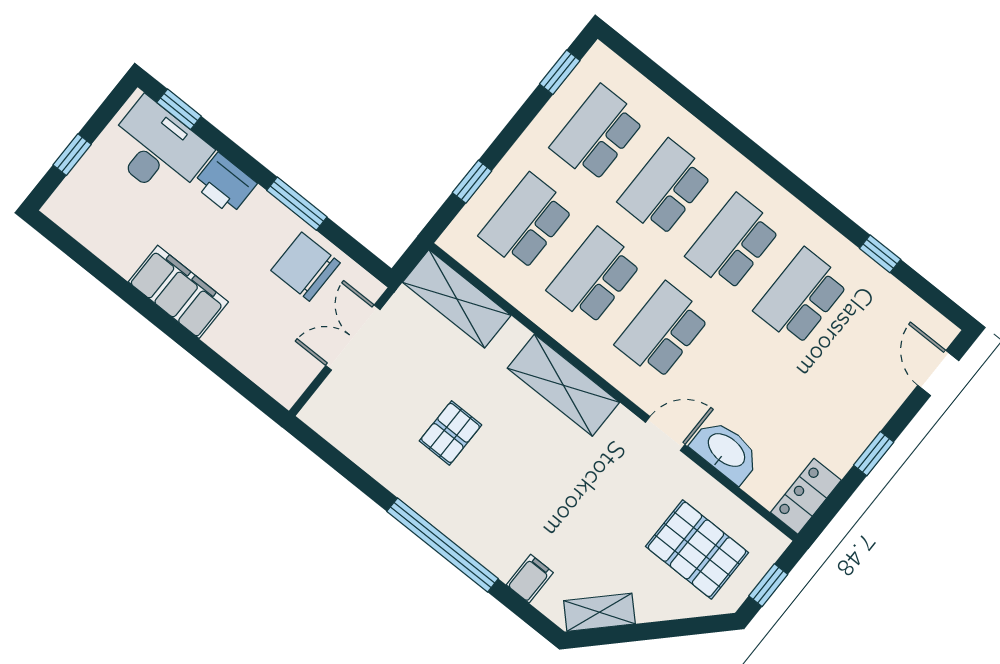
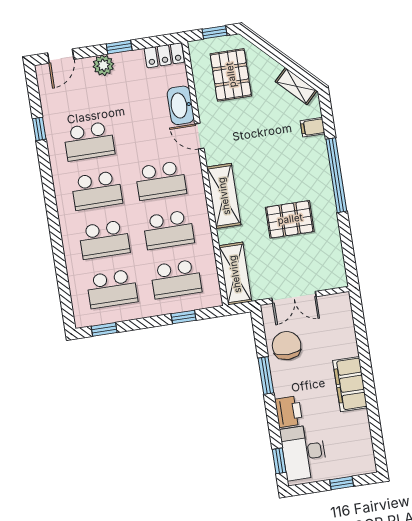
chair: (306, 267) -> (287, 346), turned 180
plant: (873, 411) -> (103, 65), added
pallet: (450, 433) -> (290, 219), width x1.50, depth x1.42

